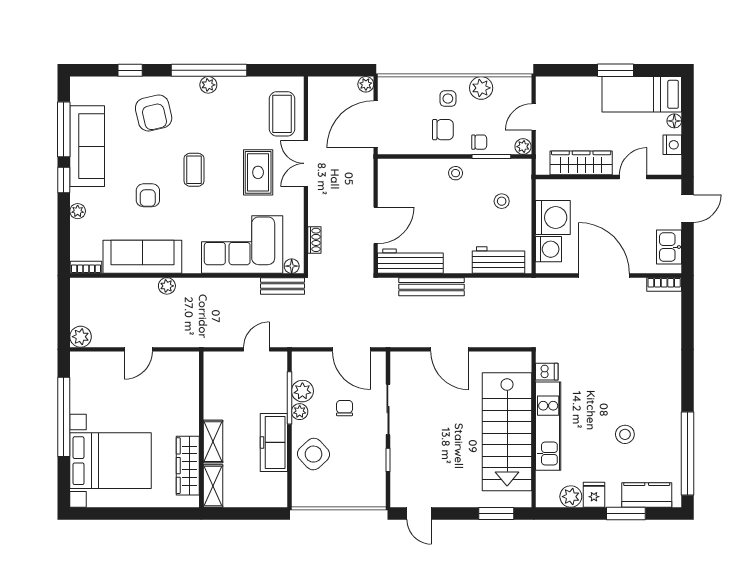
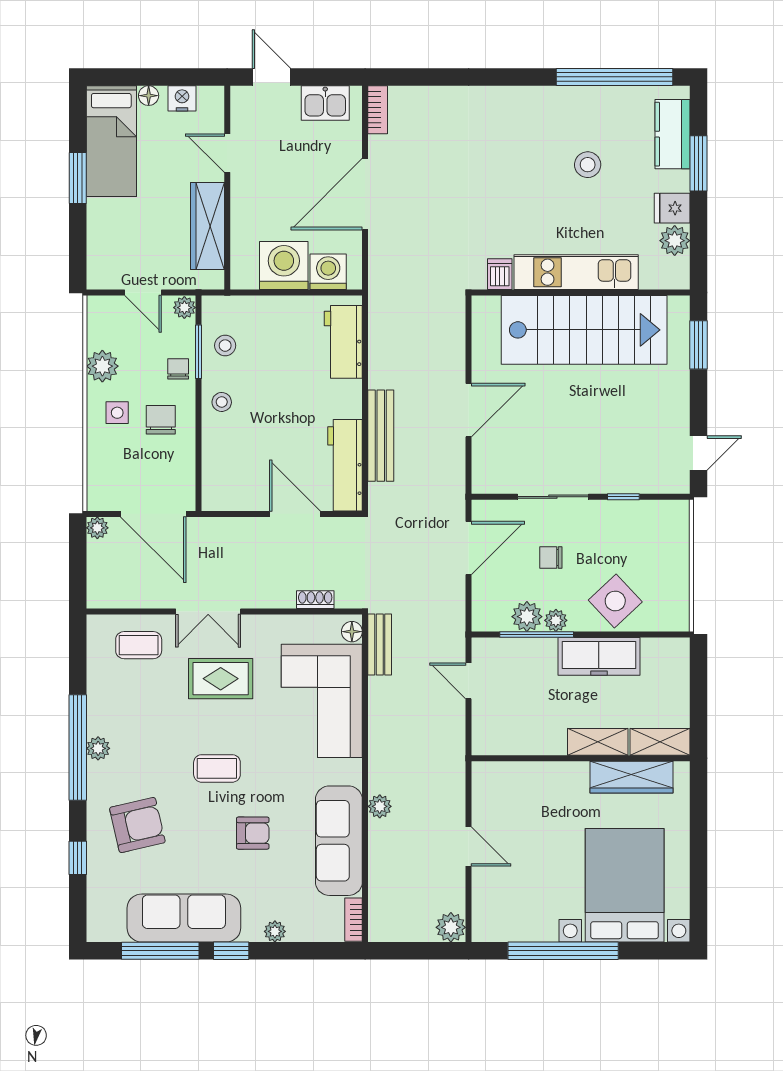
coffee table: (282, 114) -> (139, 645), width x0.73, depth x0.77
stool: (502, 201) -> (225, 346), moved

